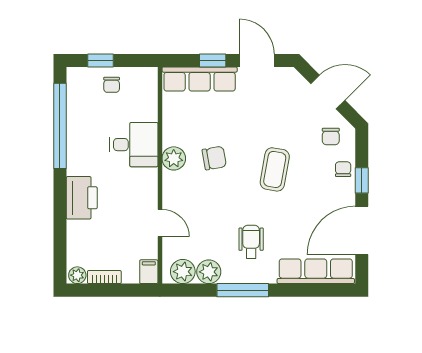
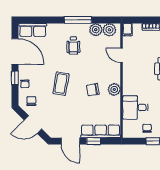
desk: (134, 145) -> (135, 107), moved
door: (362, 230) -> (15, 51), hinge flipped
row of seats: (316, 271) -> (33, 30), width x0.68

